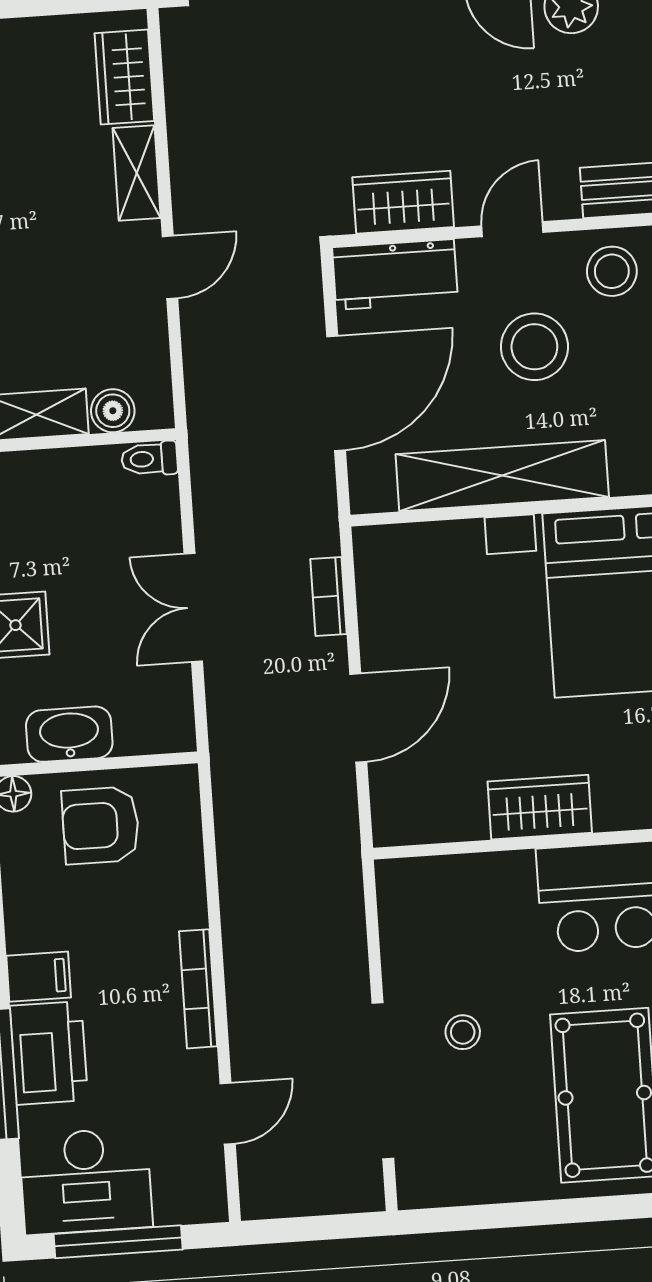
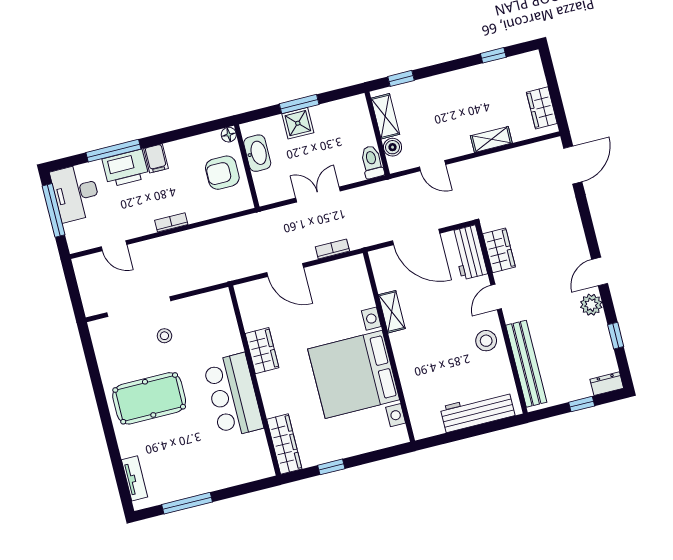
wardrobe: (124, 77) -> (542, 108), moved, turned -90
door: (512, 229) -> (496, 297), swing flipped
door: (170, 267) -> (433, 166), moved
stool: (534, 347) -> (450, 315), removed
toilet: (150, 459) -> (372, 162), width x1.37, depth x1.39
shelving: (502, 476) -> (392, 312), width x0.45, depth x0.75
armchair: (101, 825) -> (222, 173), turned -90
bookcase: (198, 989) -> (171, 222), width x0.64

